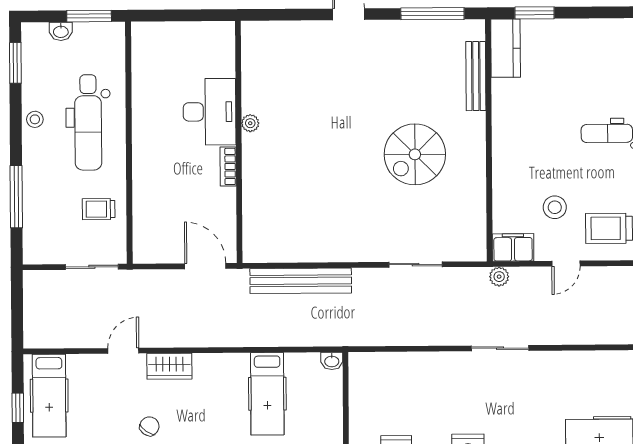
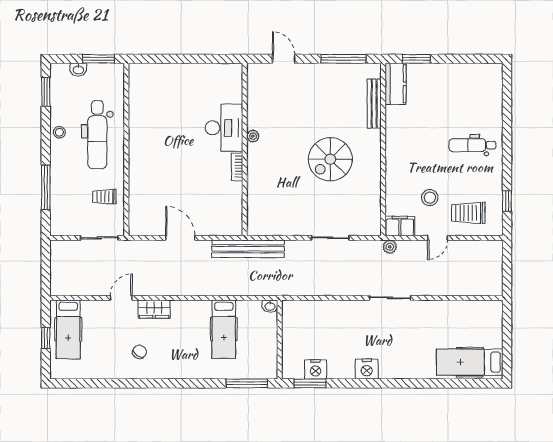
desk: (209, 112) -> (224, 128), moved
plant: (250, 123) -> (253, 136), moved
wall: (239, 142) -> (245, 149), moved
bookcase: (228, 166) -> (237, 167), moved

